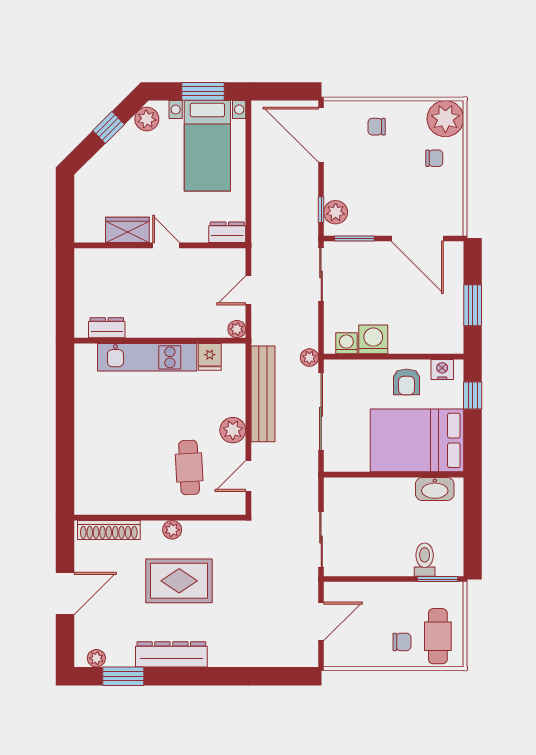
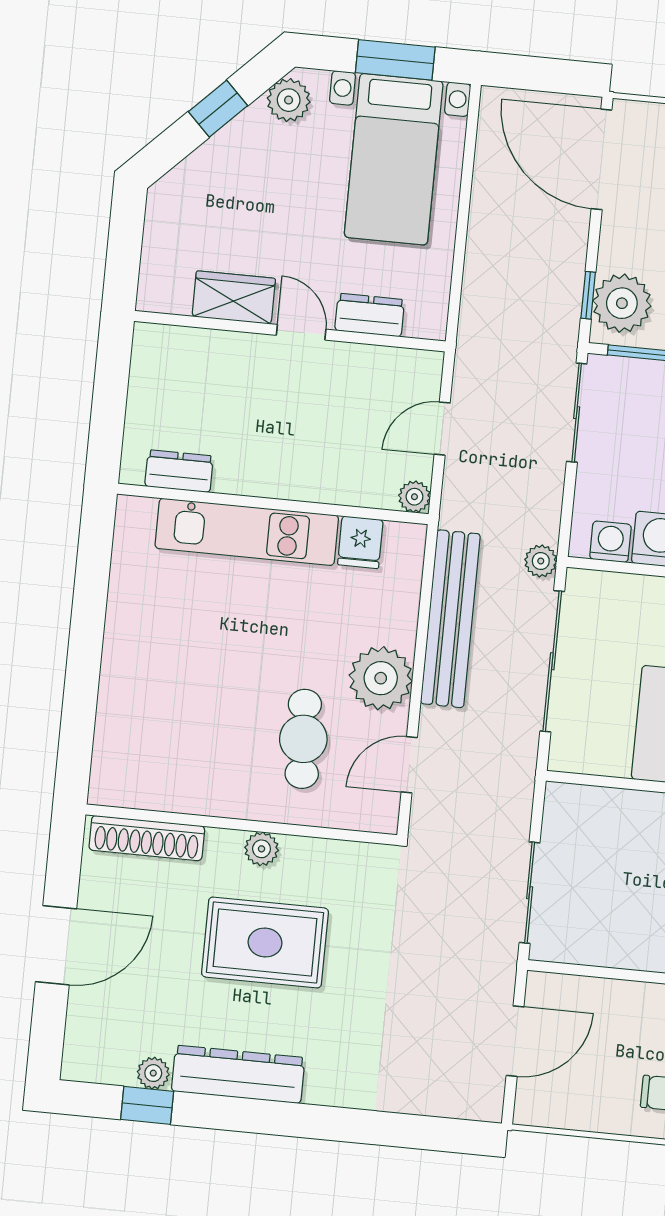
plant: (336, 212) -> (622, 303), width x1.36, depth x1.36
dresser: (227, 232) -> (370, 315), moved
plant: (233, 430) -> (381, 678), width x1.36, depth x1.36
plant: (96, 658) -> (153, 1073), moved
window: (123, 676) -> (147, 1105), width x0.67

